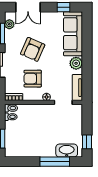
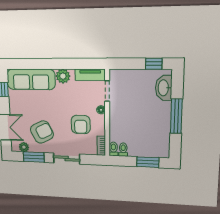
armchair: (33, 49) -> (42, 132), moved, turned -51
window: (55, 162) -> (176, 116), moved

